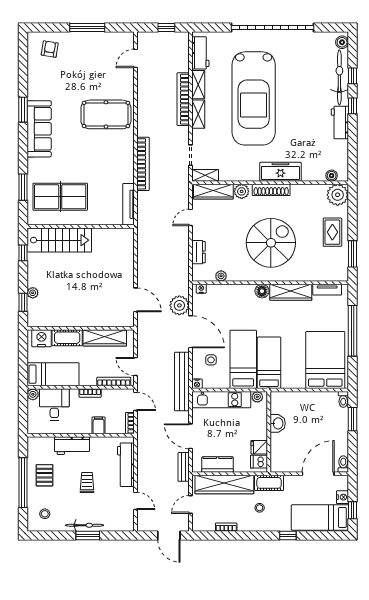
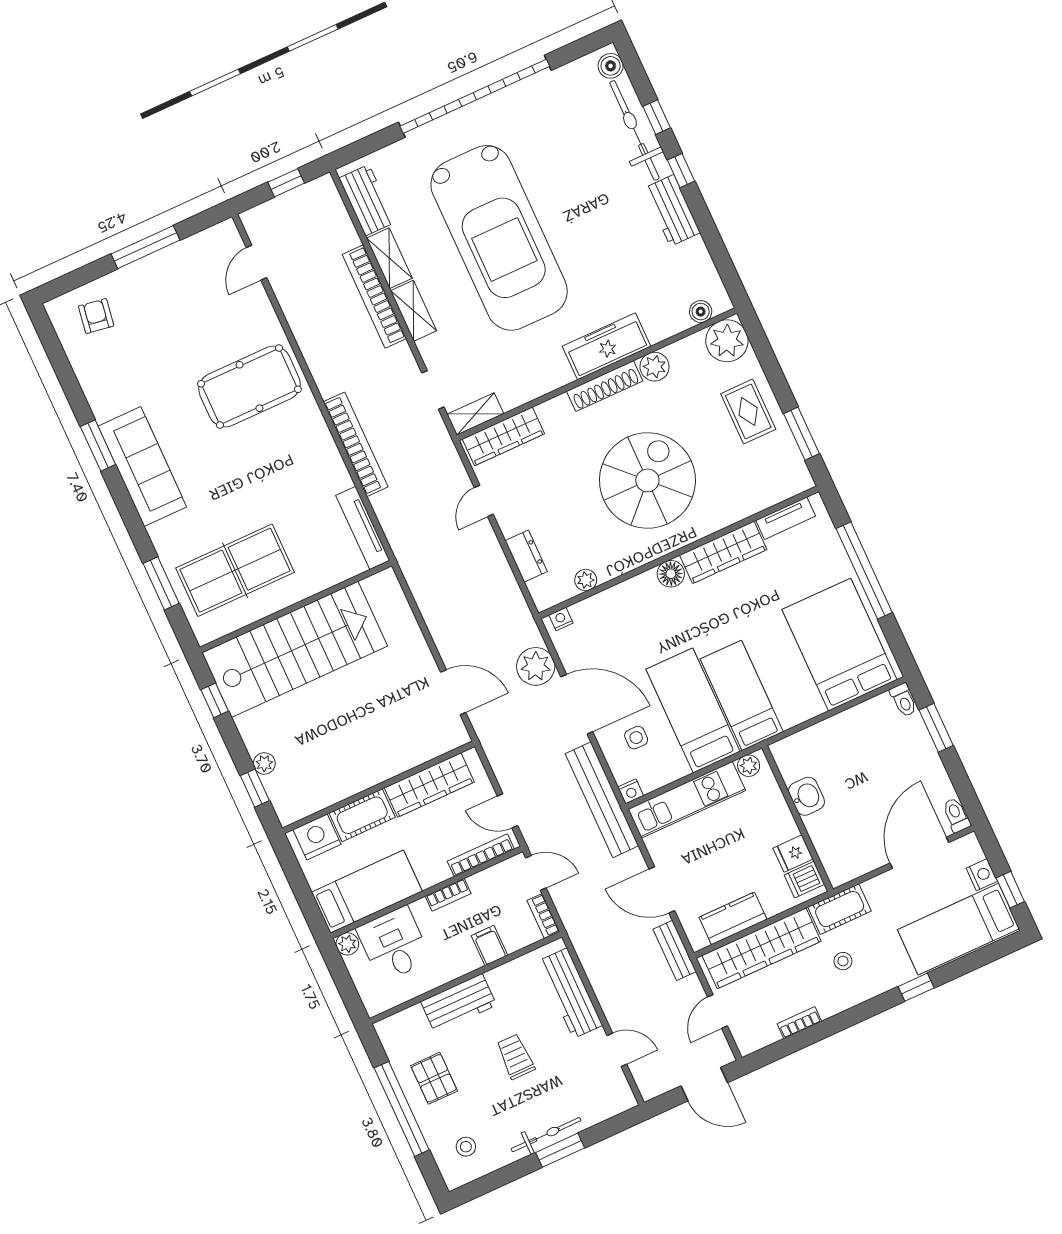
plant: (242, 191) -> (654, 367), moved
stairs: (59, 240) -> (295, 649), width x1.36, depth x1.51

